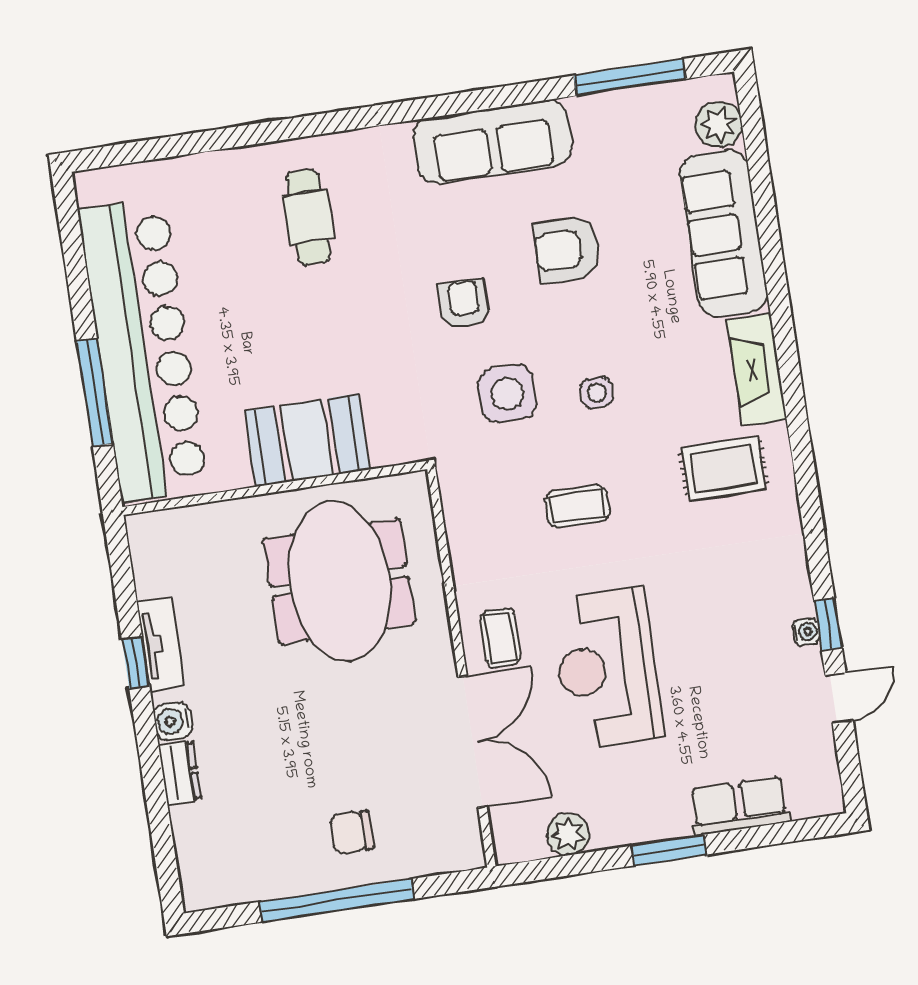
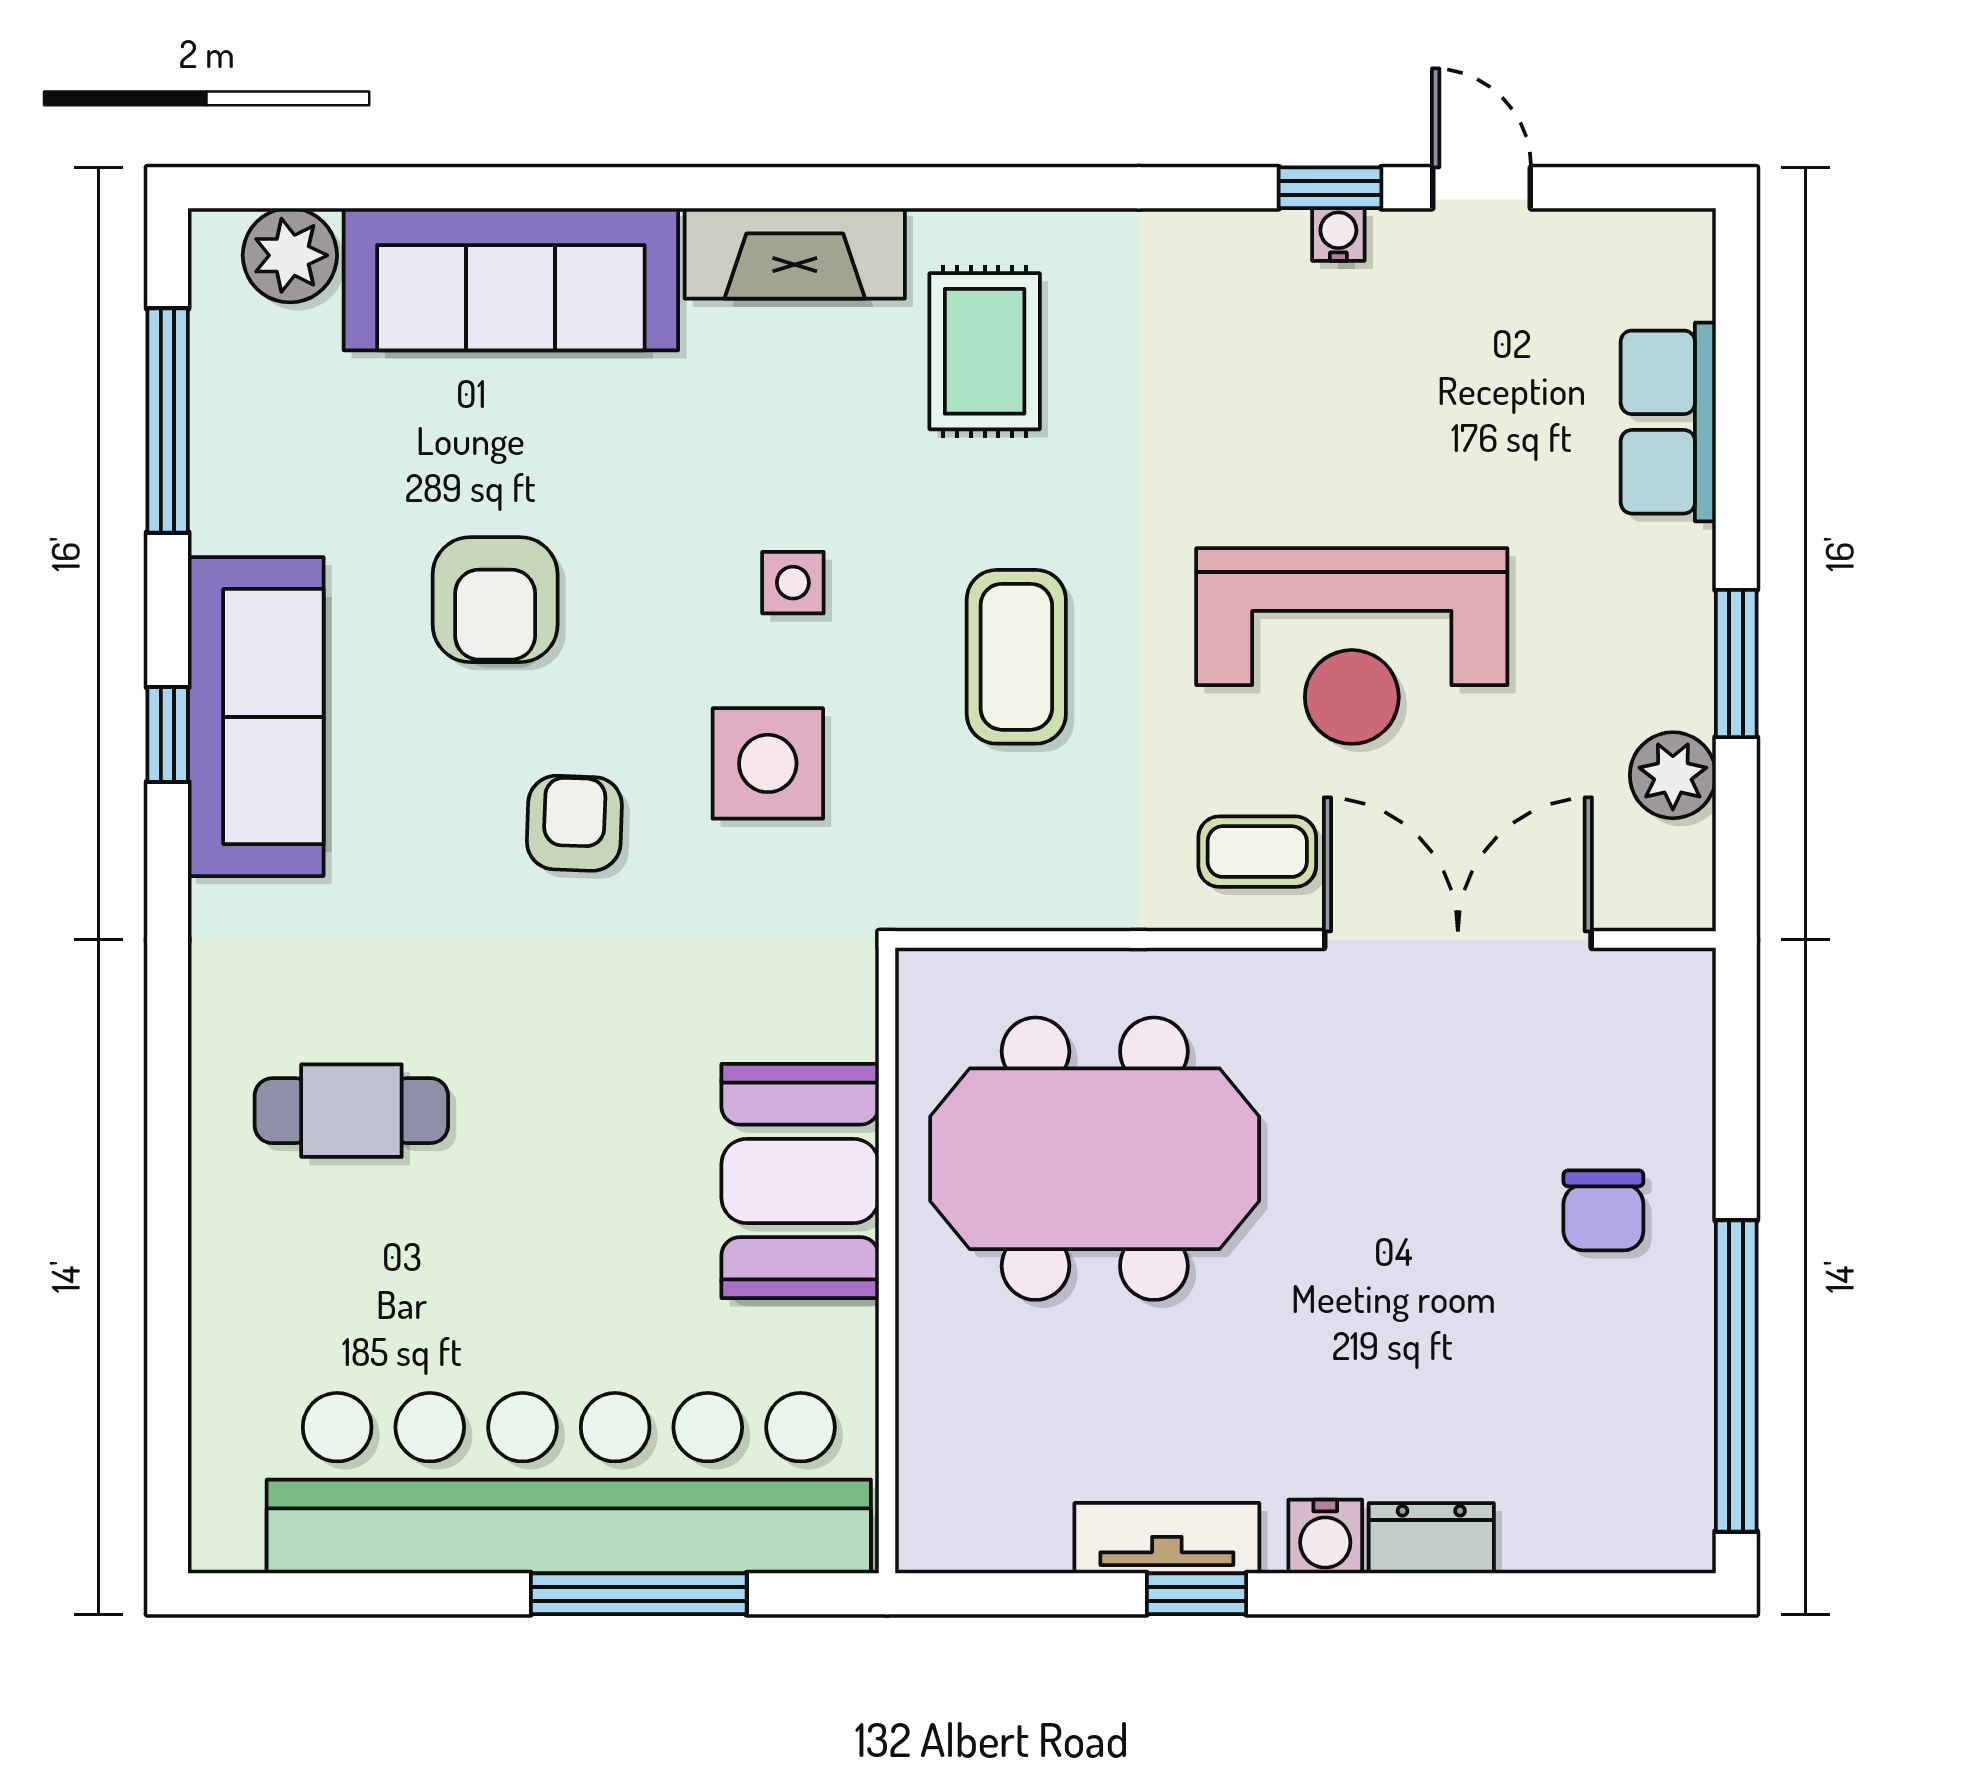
window: (477, 100) -> (168, 735), added
armchair: (464, 304) -> (574, 823), turned 92
coffee table: (577, 507) -> (1016, 657), width x1.36, depth x1.30
window: (669, 850) -> (1736, 663), moved
window: (336, 900) -> (1736, 1376), moved

